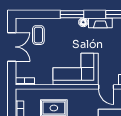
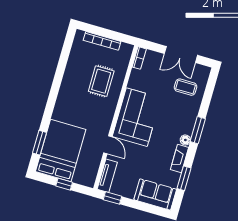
door: (106, 87) -> (108, 145), swing flipped

